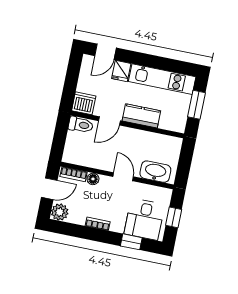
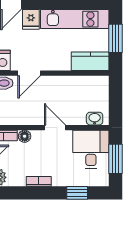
kitchen counter: (141, 116) -> (90, 61), moved
washbasin: (155, 172) -> (95, 119), width x0.52, depth x0.69
window: (174, 217) -> (115, 159), width x1.50
desk: (144, 219) -> (91, 149), moved, turned 180

